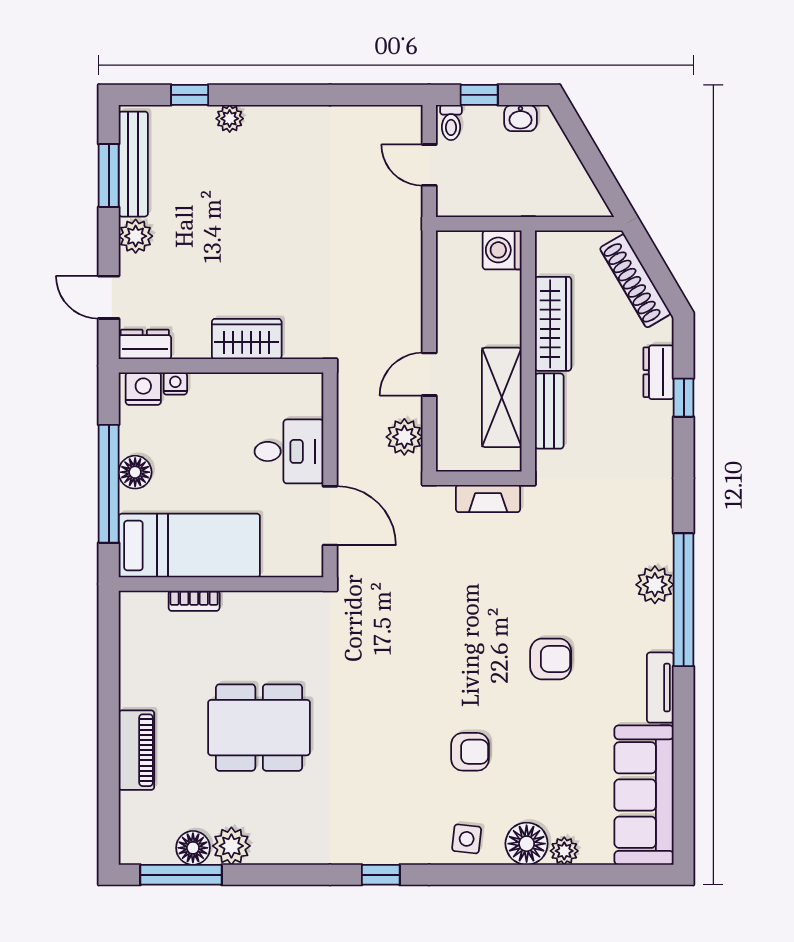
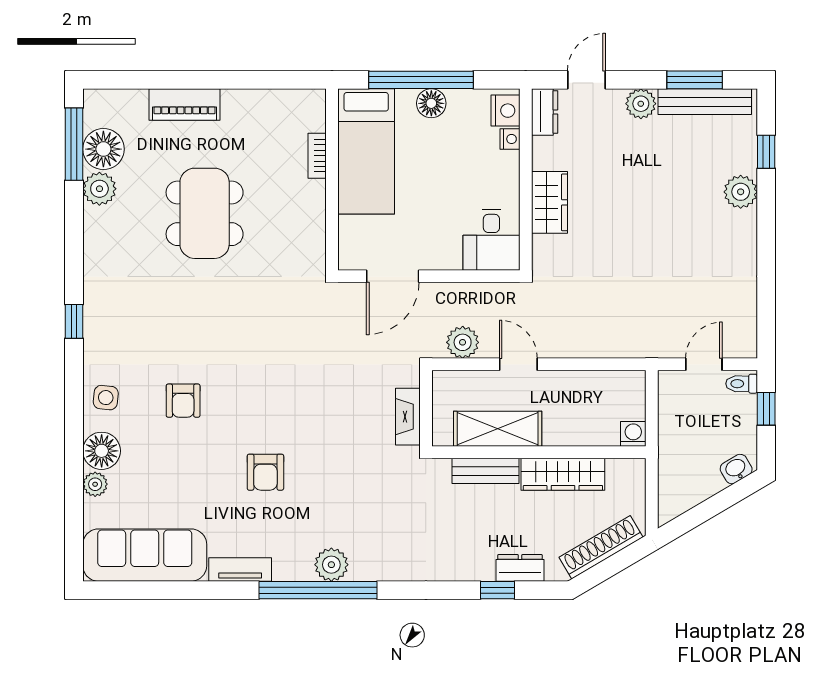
washbasin: (520, 118) -> (736, 469), moved, turned 60
plant: (230, 119) -> (741, 192), width x1.38, depth x1.38
washing machine: (502, 250) -> (633, 434), width x0.73, depth x0.73
desk: (289, 451) -> (491, 240), moved
floor lamp: (193, 848) -> (103, 149), width x1.38, depth x1.38

